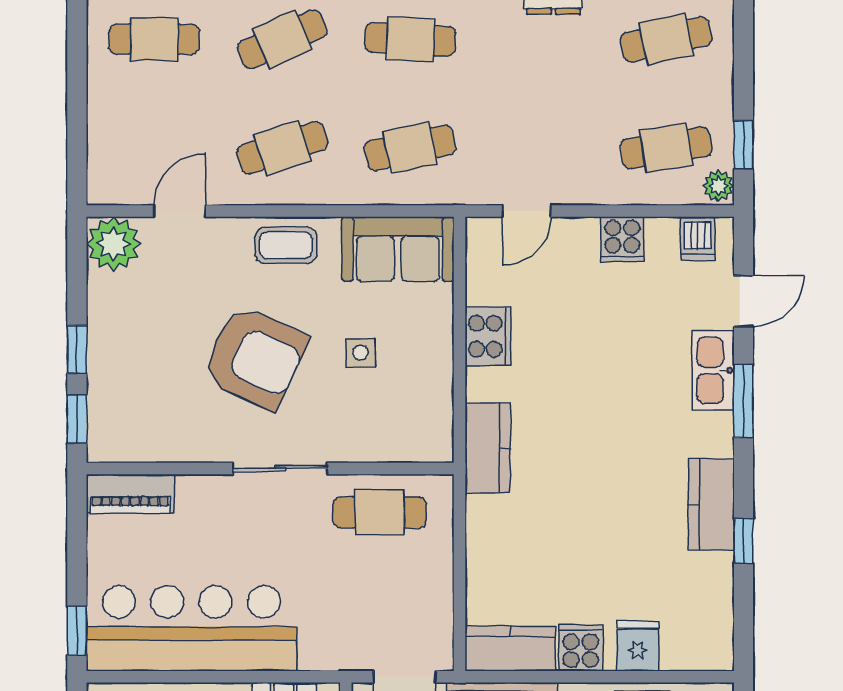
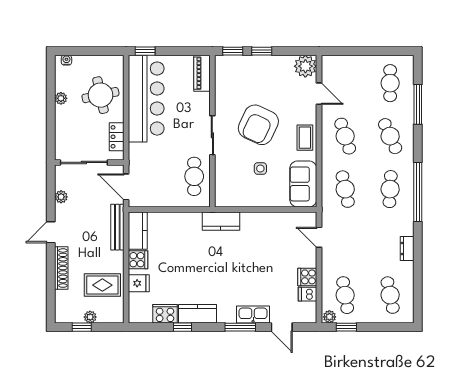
dishwasher: (698, 239) -> (308, 294), moved
cooker: (488, 336) -> (165, 314), moved, turned 180

